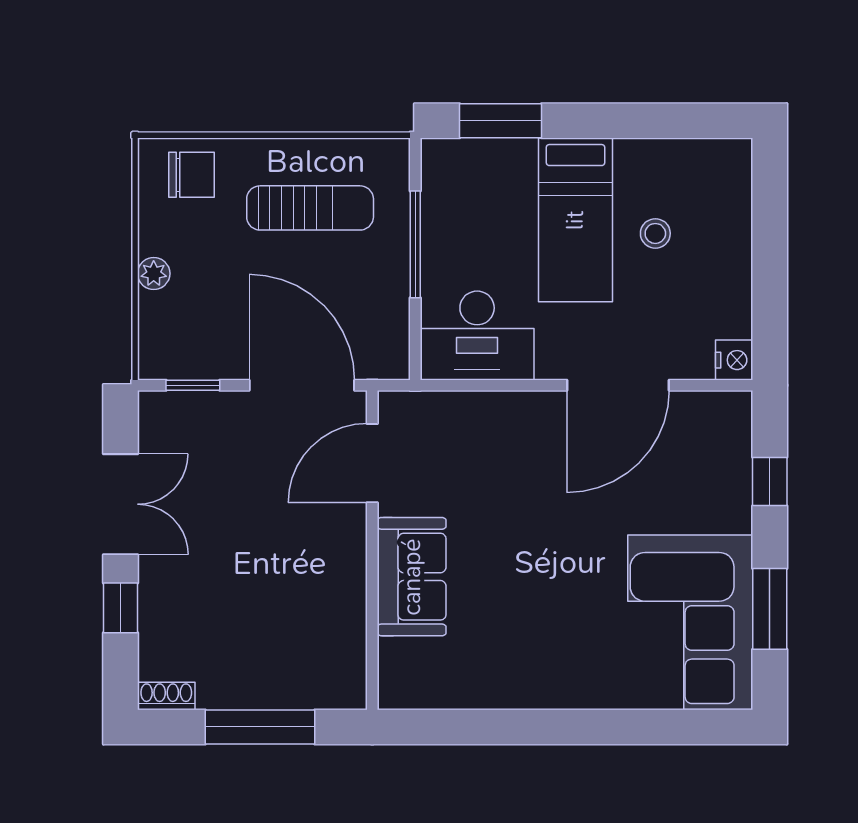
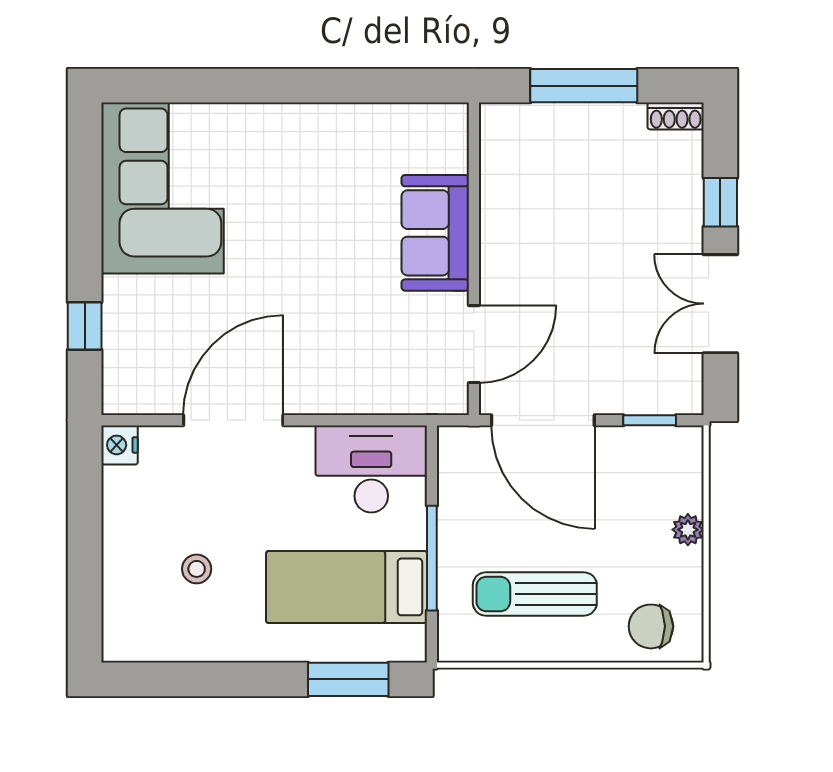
bed: (575, 220) -> (347, 587), moved, turned -90
window: (770, 609) -> (85, 201), removed

